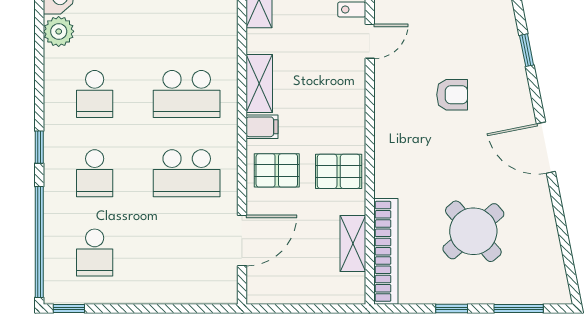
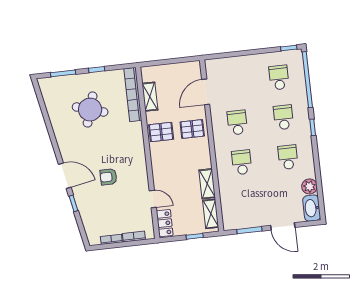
door: (370, 41) -> (153, 199), swing flipped
shelving: (259, 84) -> (207, 184), moved
school desk: (187, 94) -> (242, 162), width x0.54
filing cabinet: (262, 127) -> (202, 150), removed
door: (546, 148) -> (65, 176), moved
school desk: (187, 173) -> (237, 122), width x0.54
round table: (473, 231) -> (90, 110), turned -32

